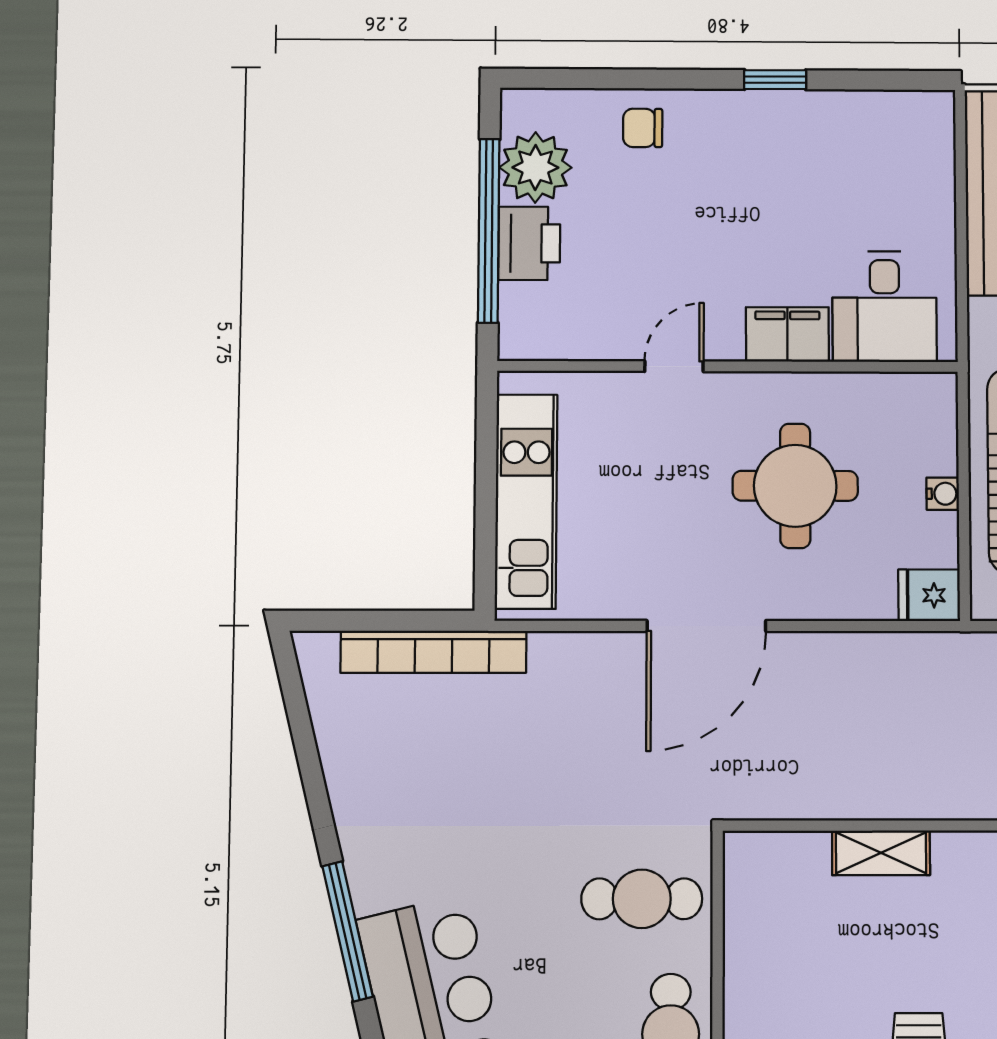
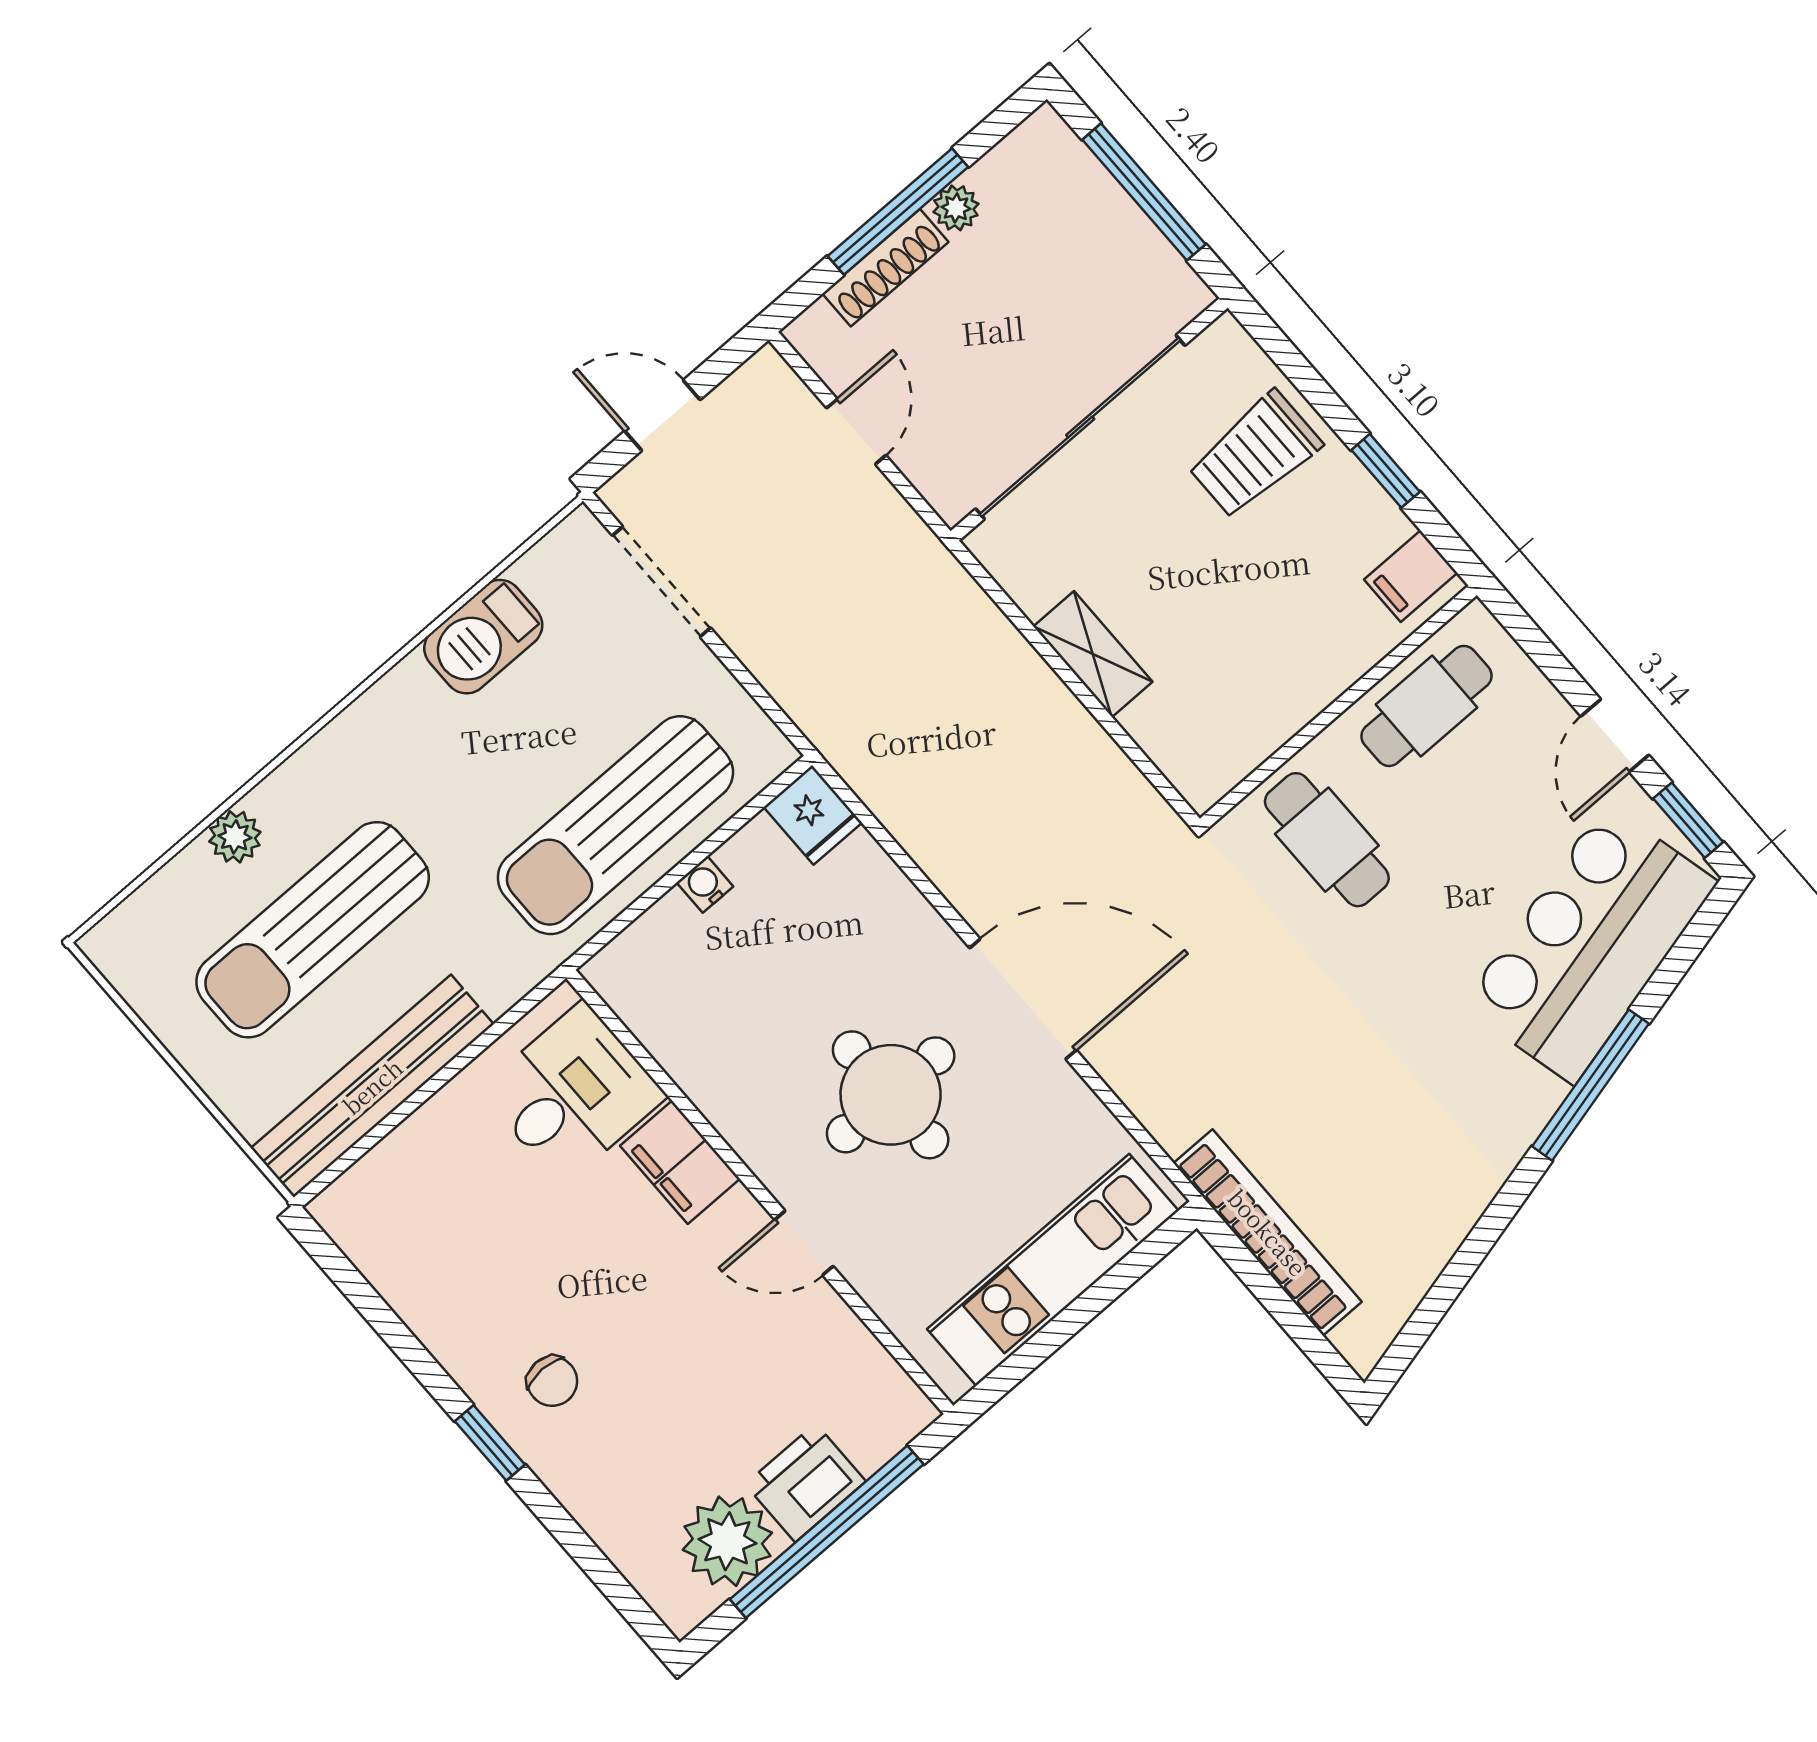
window: (775, 80) -> (490, 1443), moved
chair: (643, 128) -> (552, 1381), moved
round table: (795, 486) -> (891, 1095), moved

